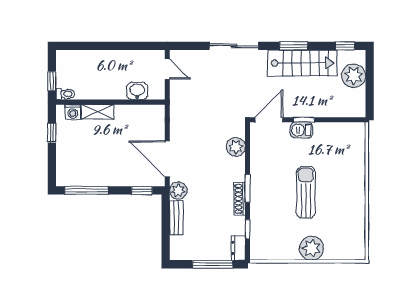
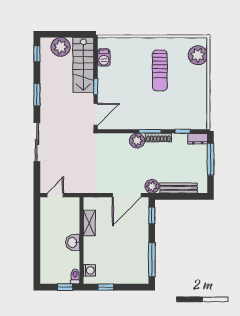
stairs: (302, 63) -> (83, 65), moved, turned 180
washbasin: (137, 91) -> (73, 242), moved
shelving: (98, 112) -> (89, 223), moved
door: (269, 120) -> (96, 114), swing flipped
barbecue: (301, 130) -> (104, 57), moved
plant: (236, 147) -> (137, 141), moved
sun lounger: (306, 192) -> (160, 70), moved, turned -90
bench: (176, 218) -> (179, 188), width x1.36
plant: (311, 248) -> (198, 55), moved

